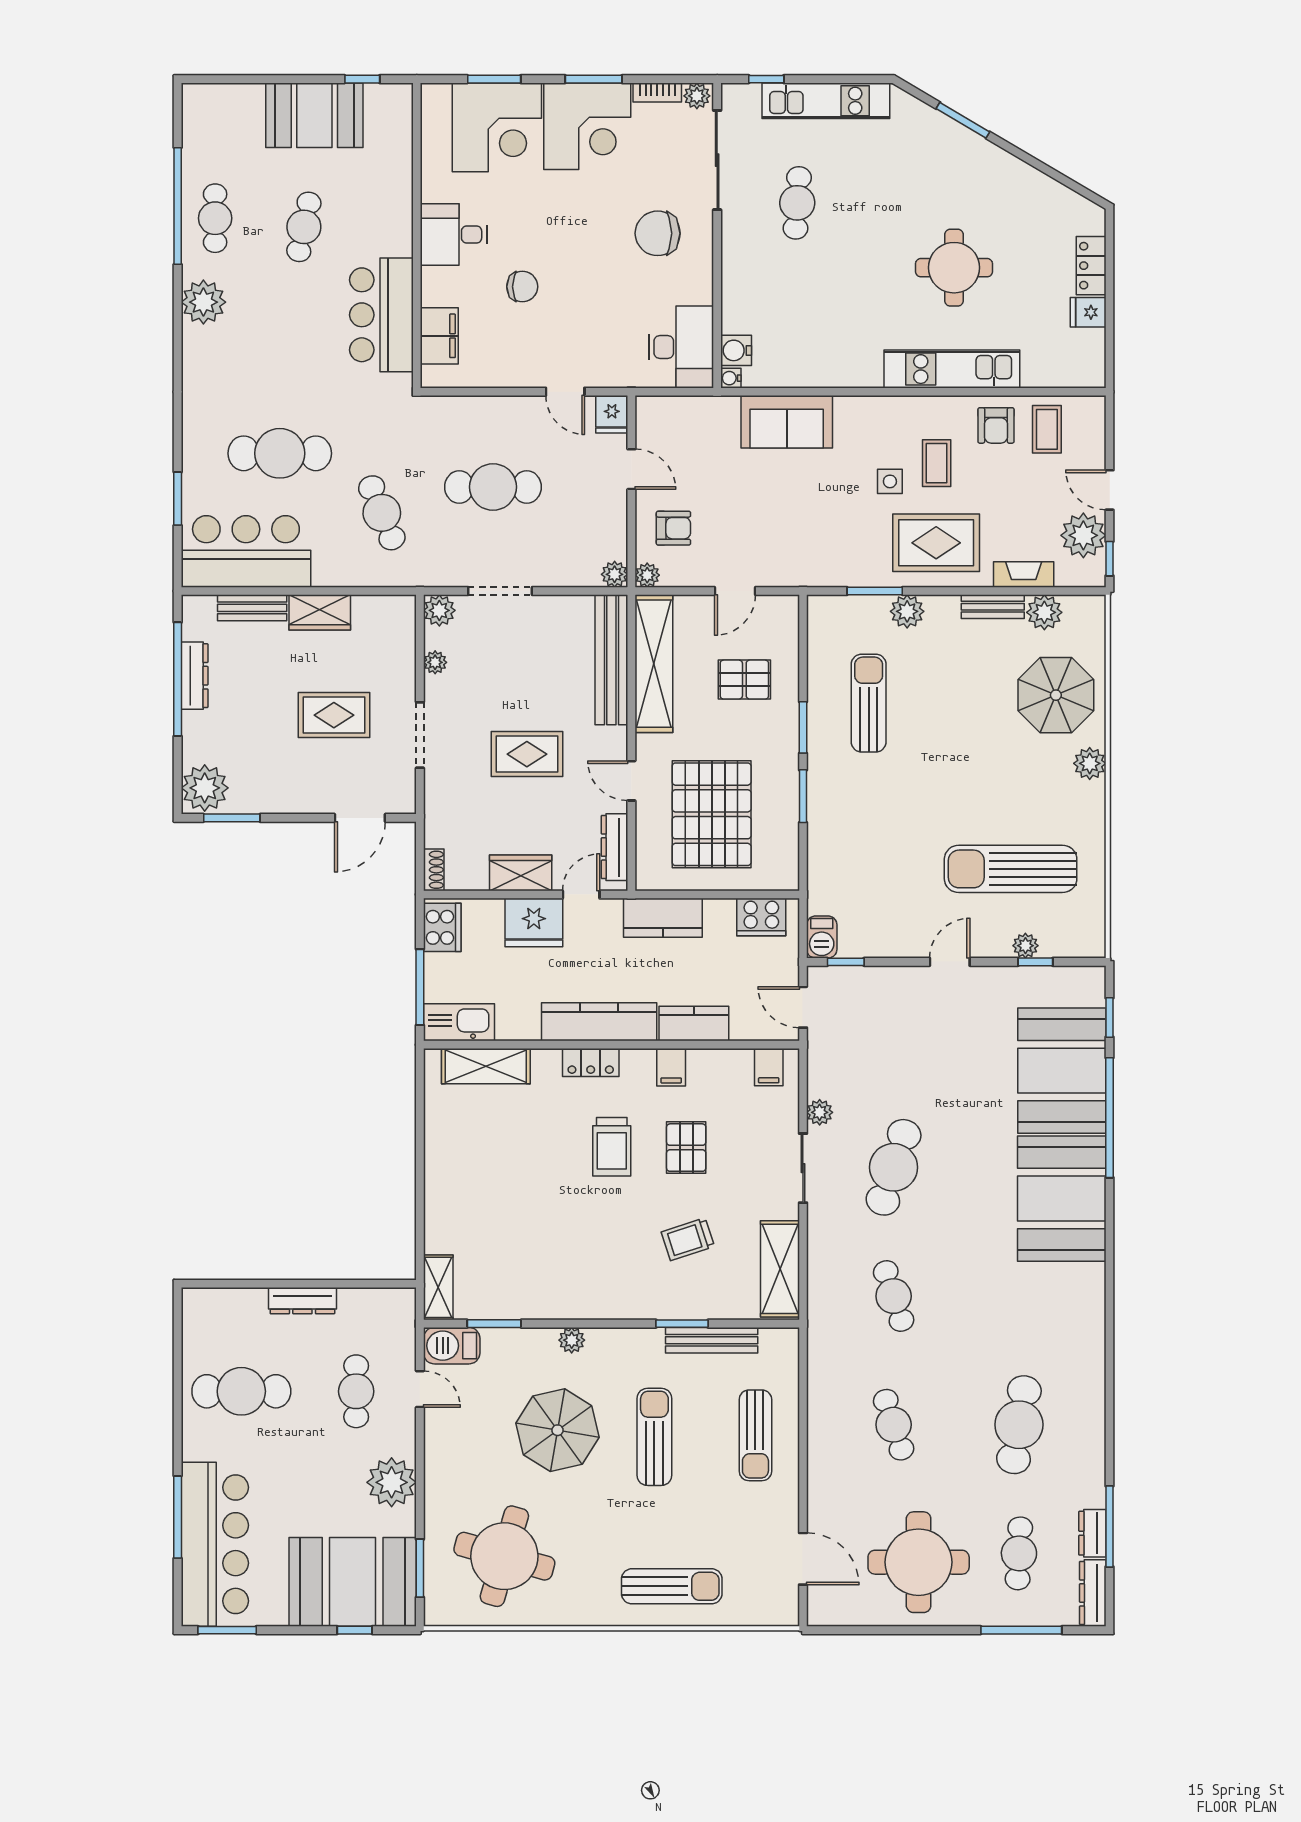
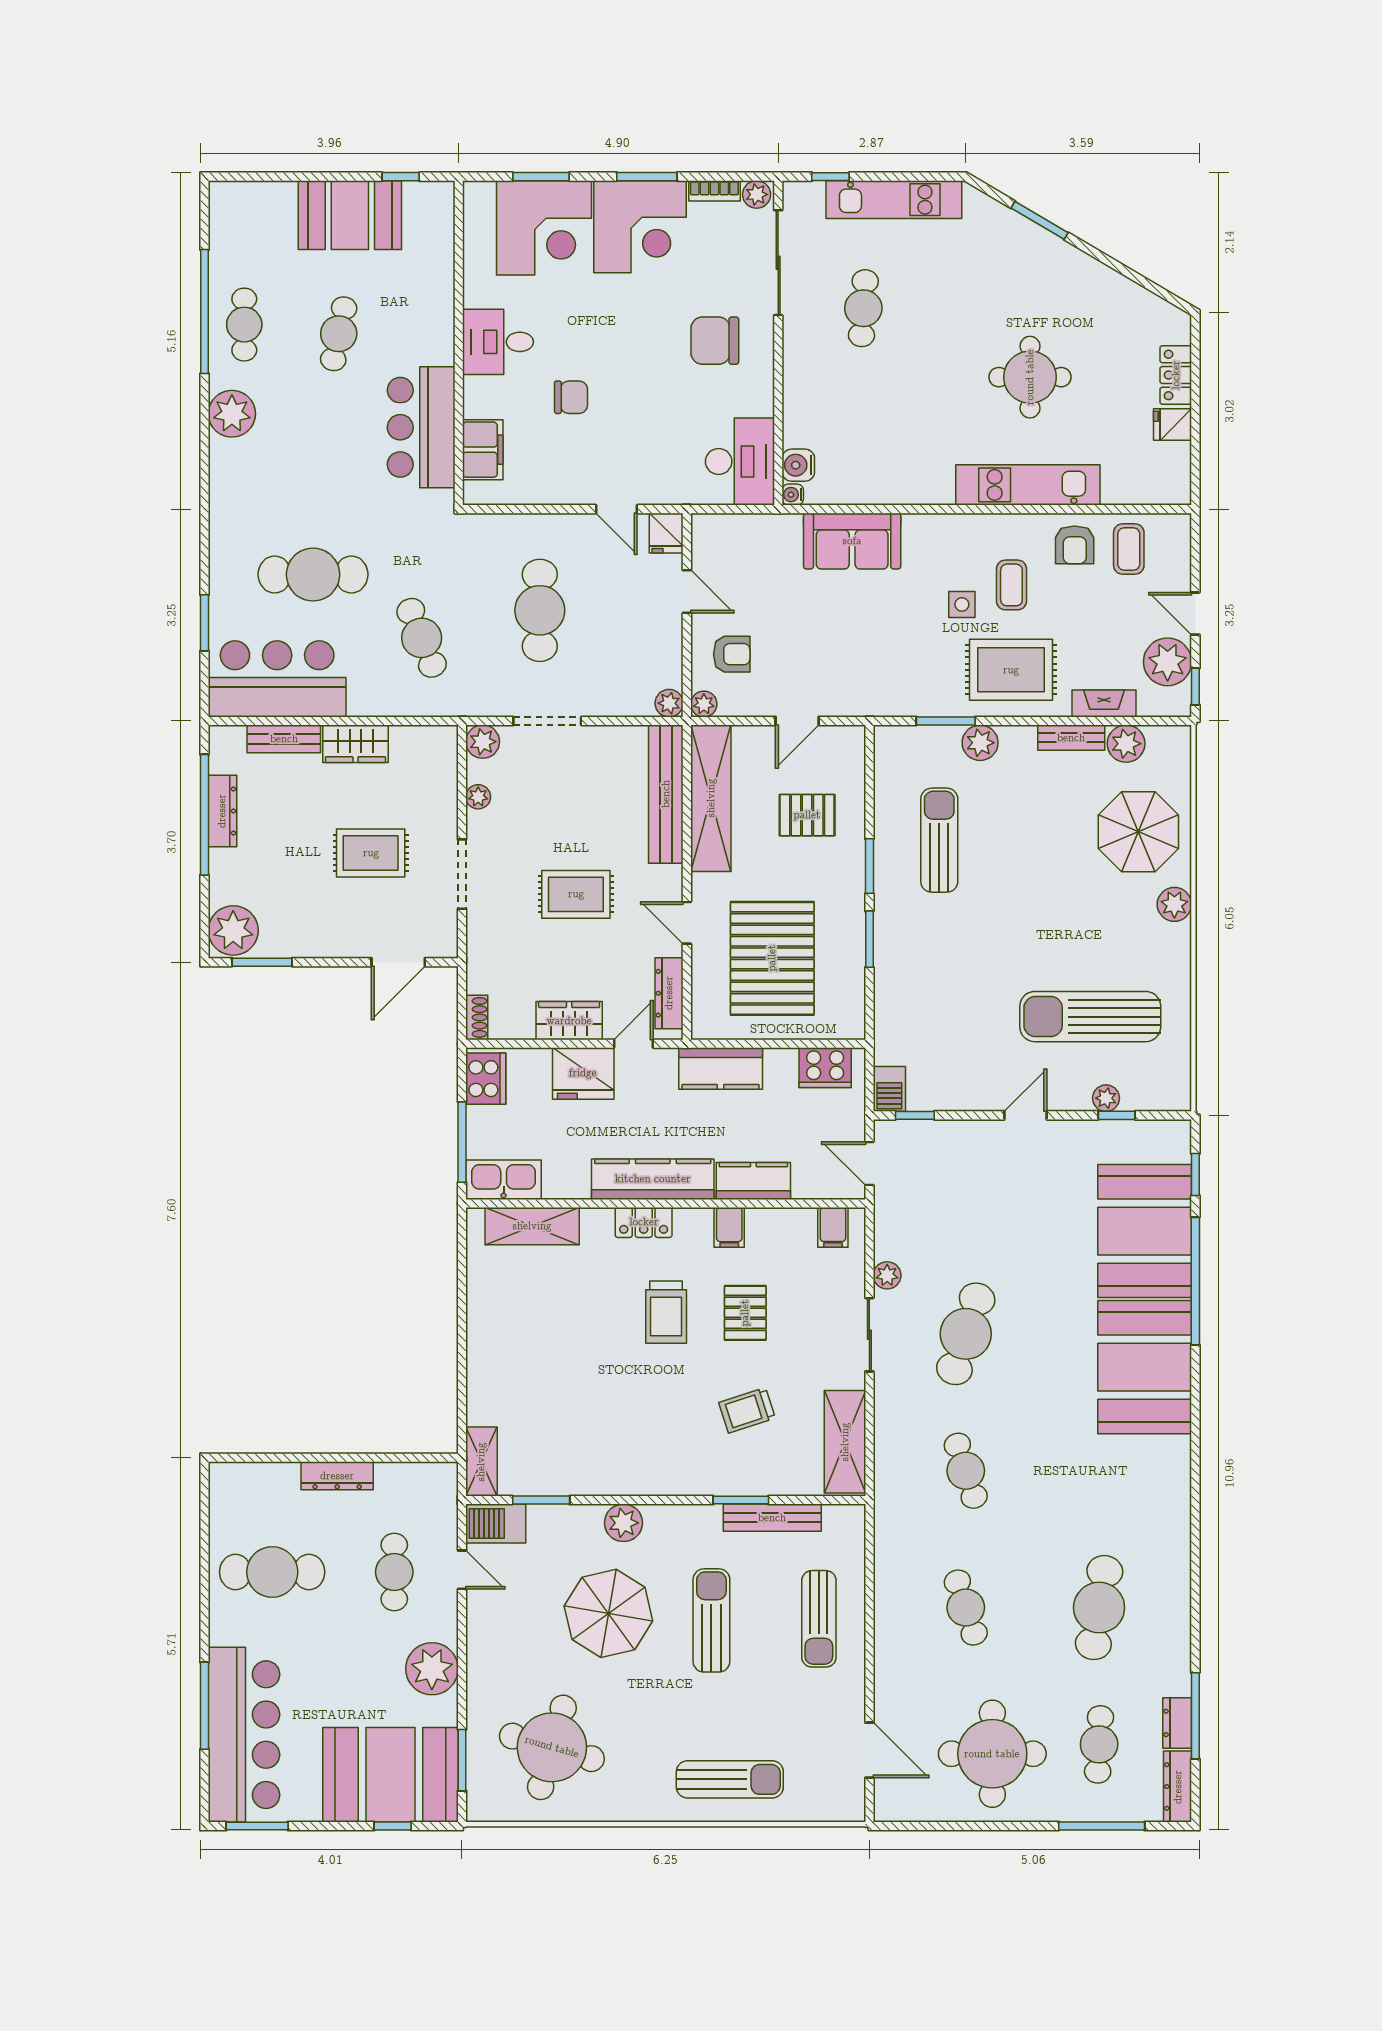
cafe table: (493, 487) -> (540, 610), turned 90
plant: (572, 1340) -> (623, 1523), width x1.38, depth x1.38

